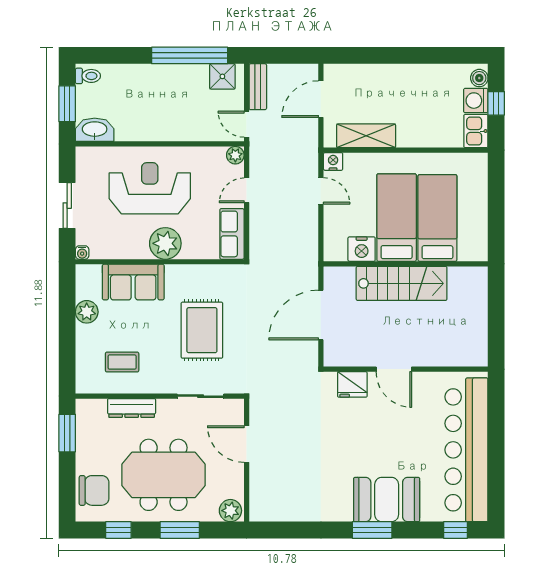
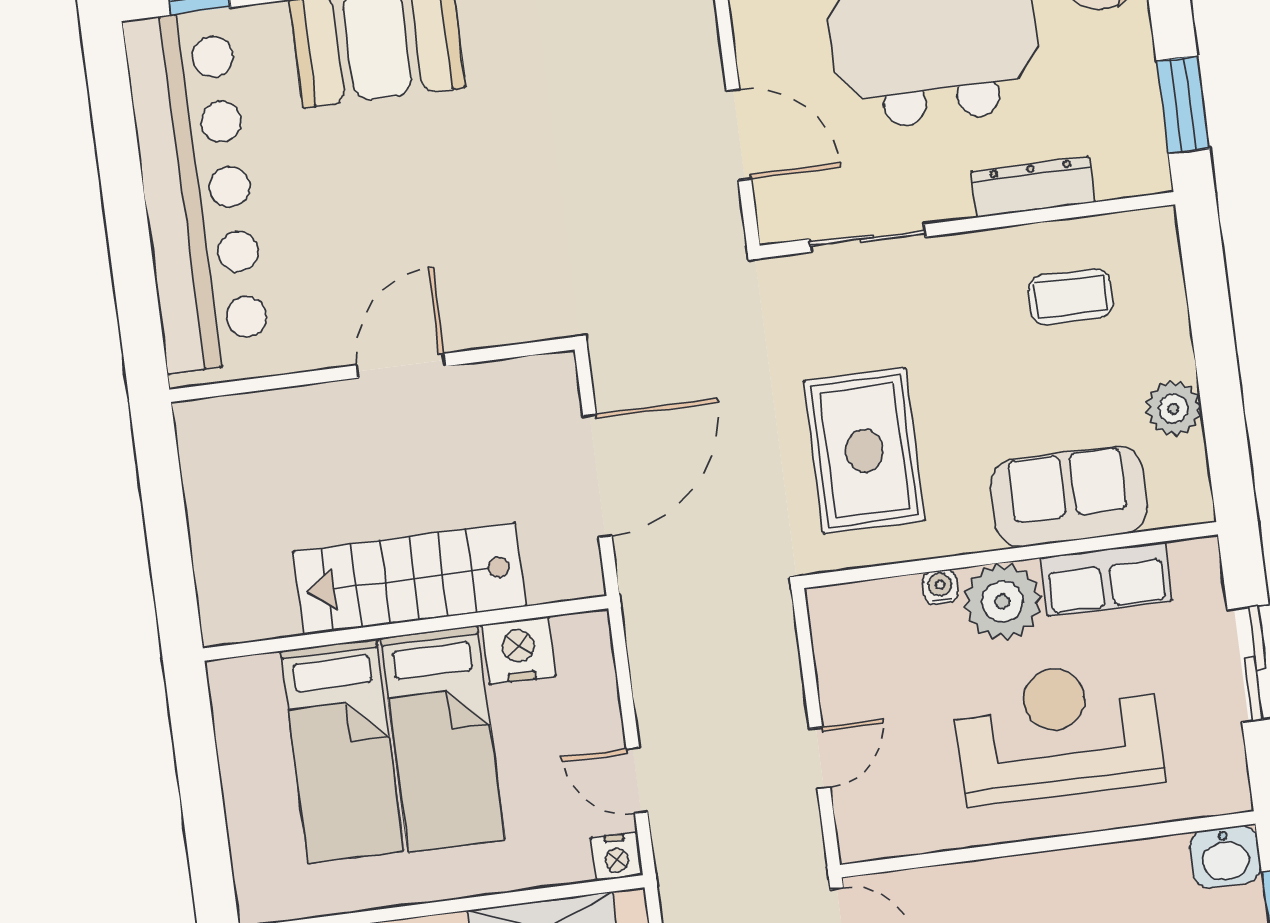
washbasin: (95, 130) -> (1225, 857), width x0.72
plant: (235, 155) -> (859, 841), removed
reception desk: (150, 188) -> (1058, 732), turned 180
row of seats: (232, 234) -> (1106, 579), moved, turned 90
water cooler: (82, 253) -> (940, 587), moved
rug: (202, 330) -> (864, 451), moved
door: (394, 369) -> (401, 366), hinge flipped
fridge: (352, 384) -> (498, 315), removed

